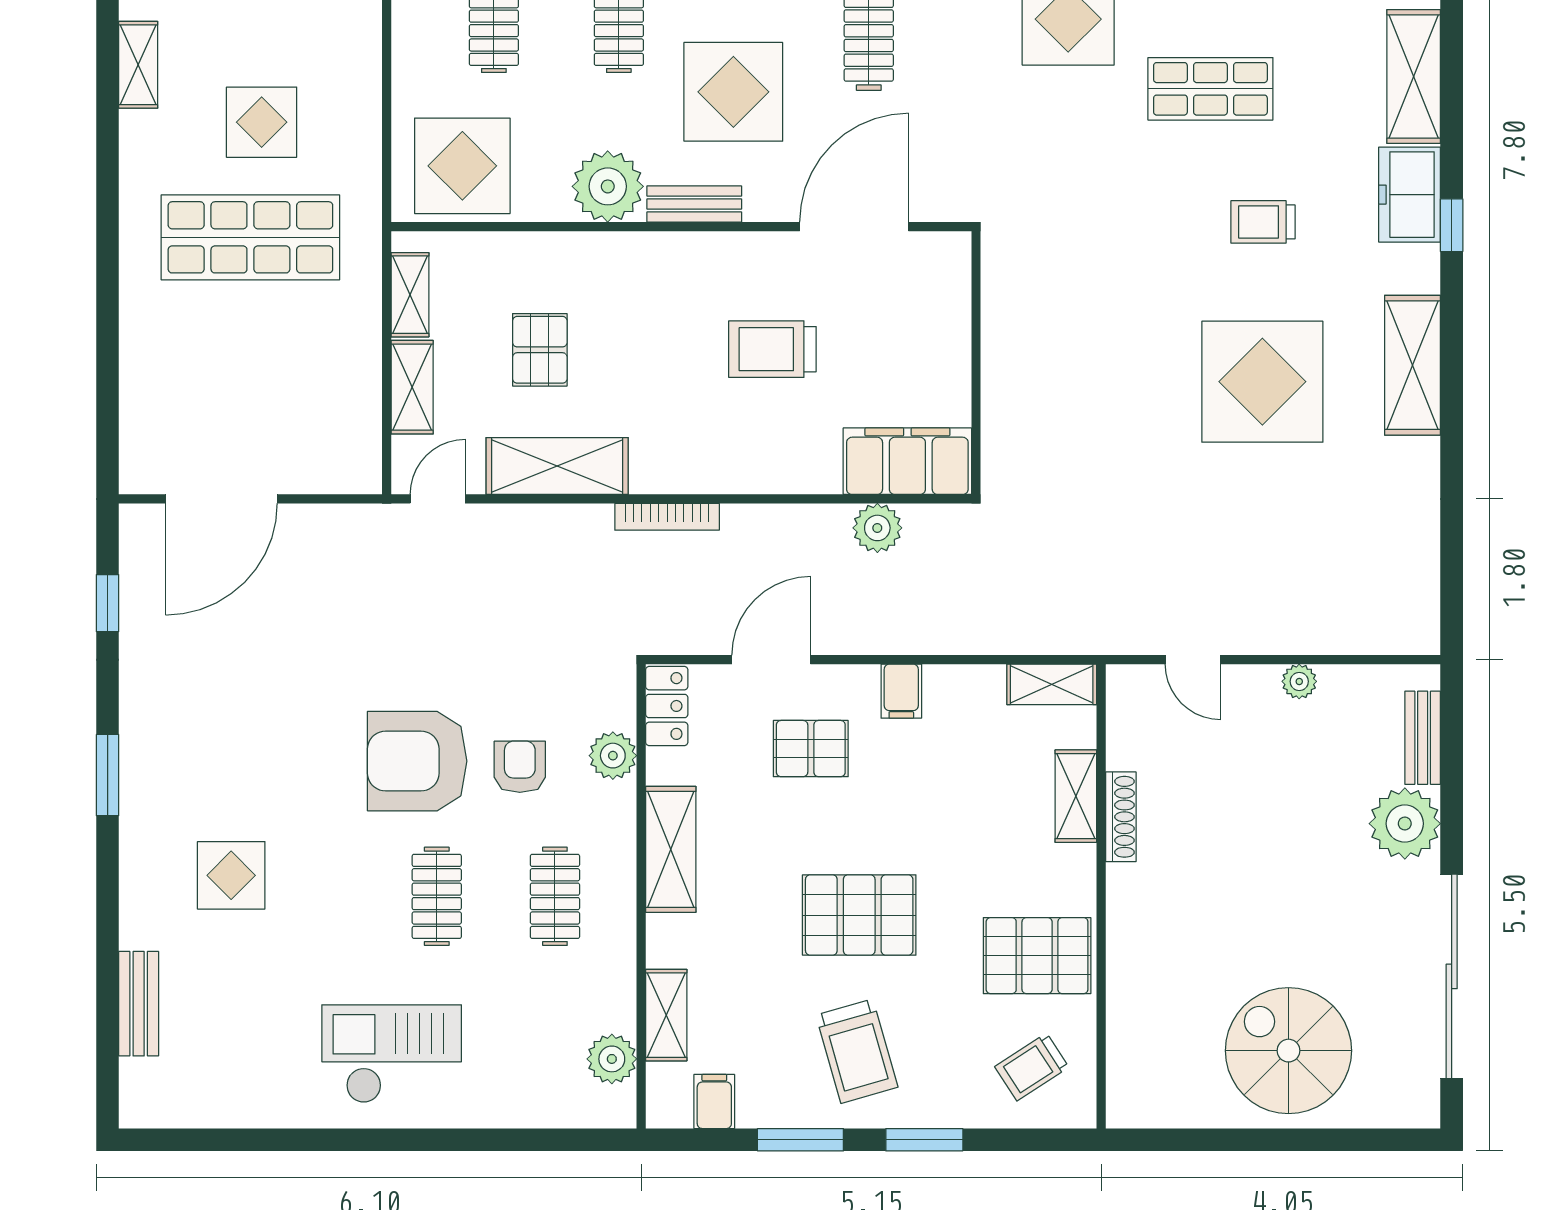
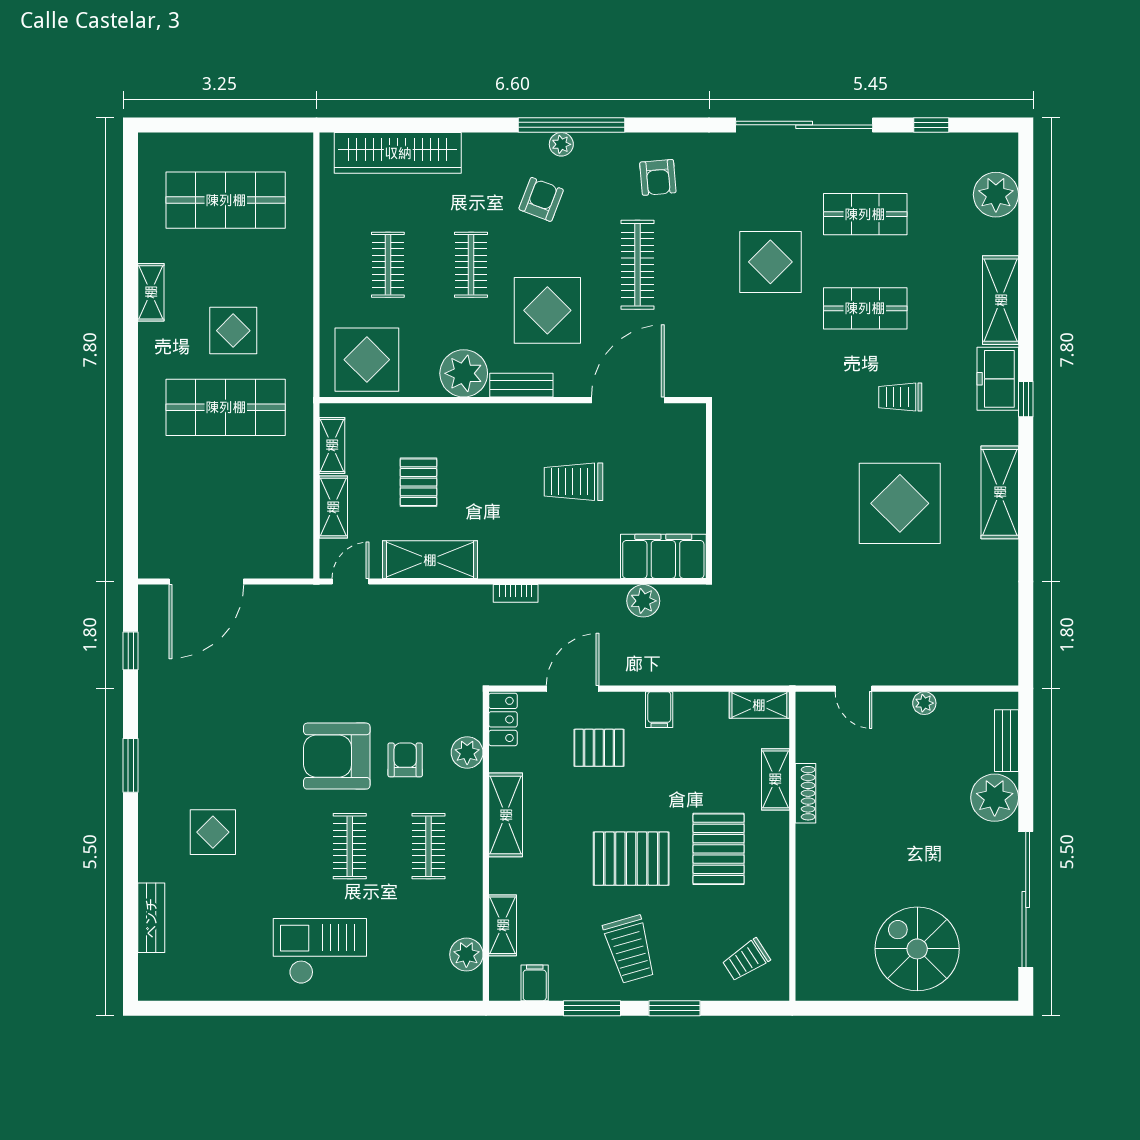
bookcase: (667, 517) -> (516, 593), width x0.64
pallet: (1037, 956) -> (719, 849), moved, turned 90

